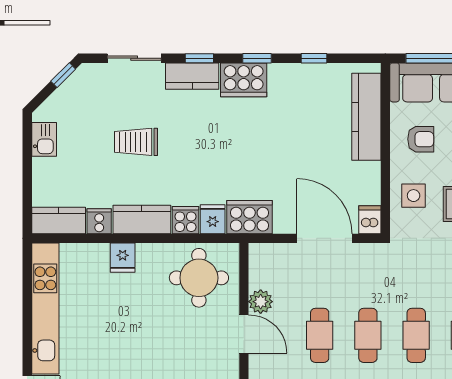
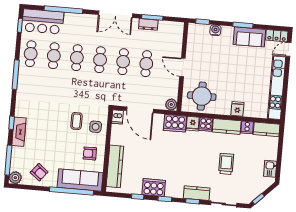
cooker: (244, 80) -> (154, 188), moved
trolley: (136, 142) -> (226, 164), turned -90
plant: (261, 302) -> (171, 105), moved

